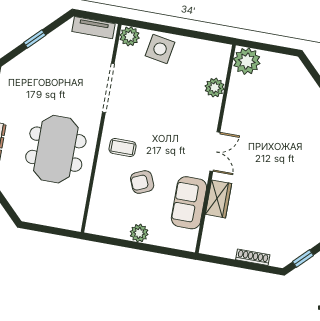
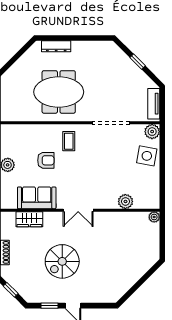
plant: (247, 61) -> (154, 217), width x0.53, depth x0.53
armchair: (142, 182) -> (46, 160), turned 113
spiral stairs: (278, 184) -> (62, 261), added
wardrobe: (219, 199) -> (29, 219), moved

